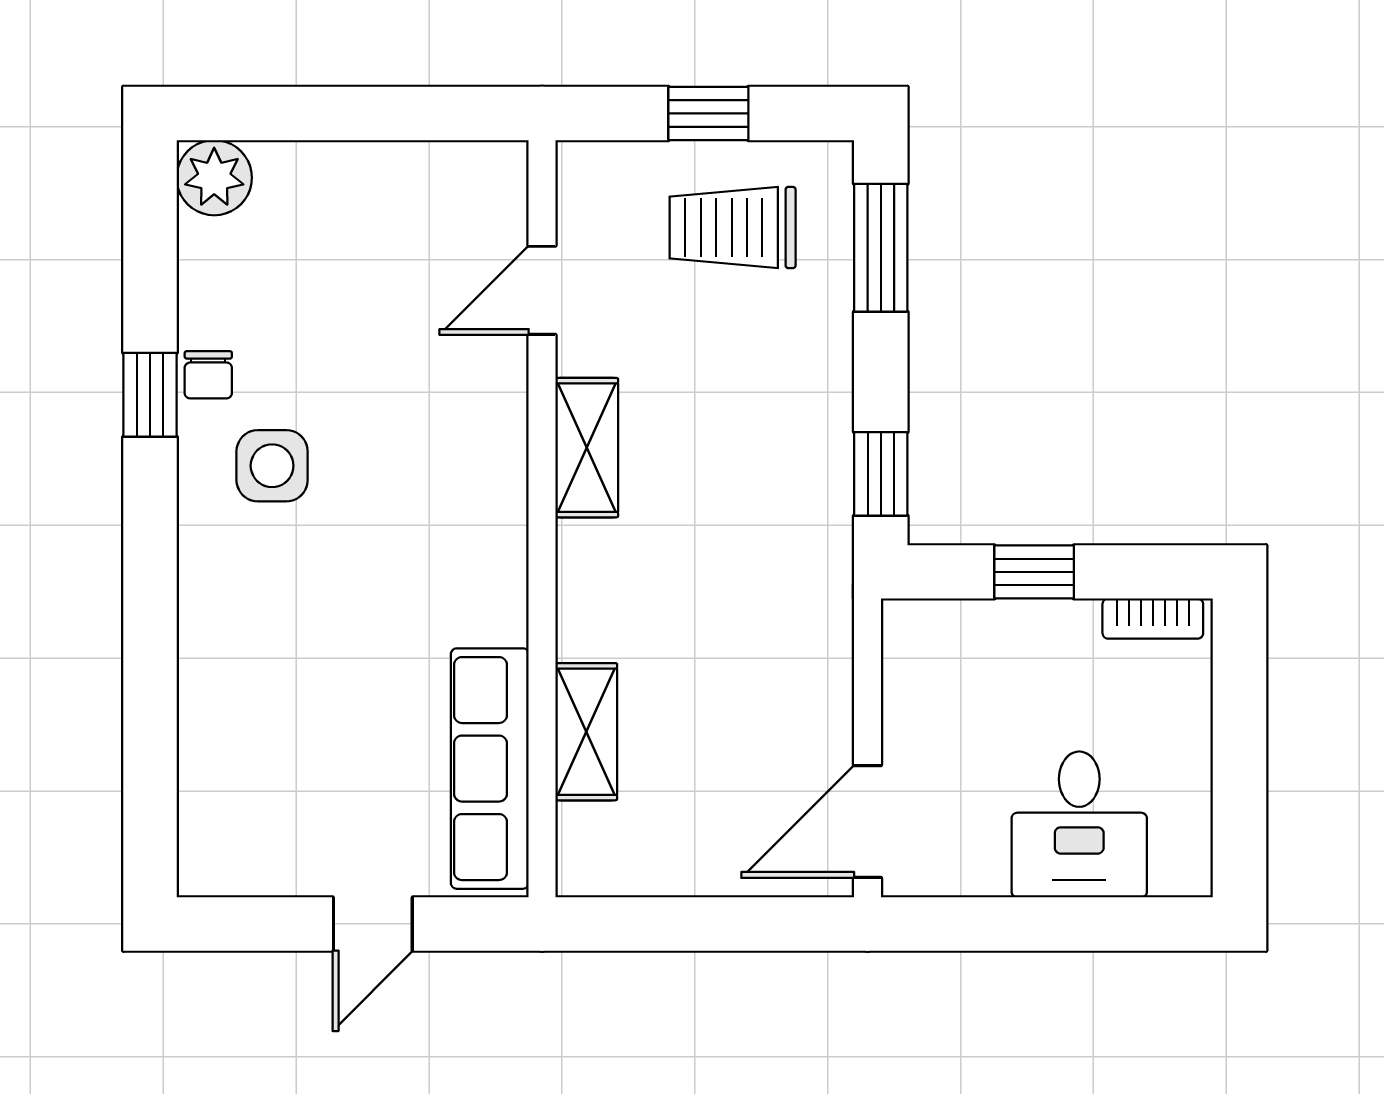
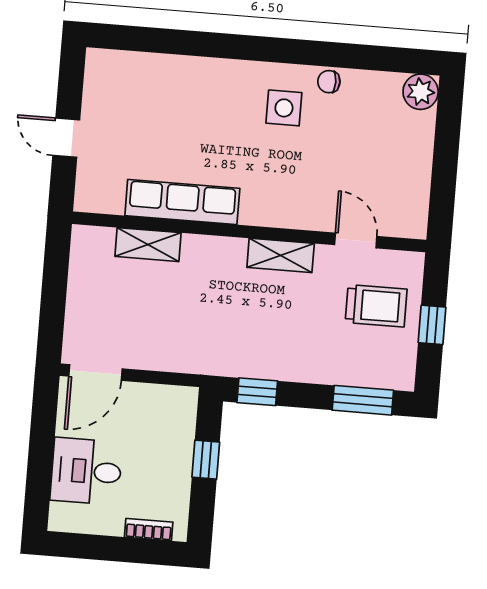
trolley: (733, 228) -> (376, 306), moved, turned 90
window: (150, 395) -> (322, 54), removed
bookcase: (1153, 619) -> (149, 530), moved, turned 90
row of seats: (490, 769) -> (182, 202), moved
door: (868, 821) -> (96, 372), swing flipped

